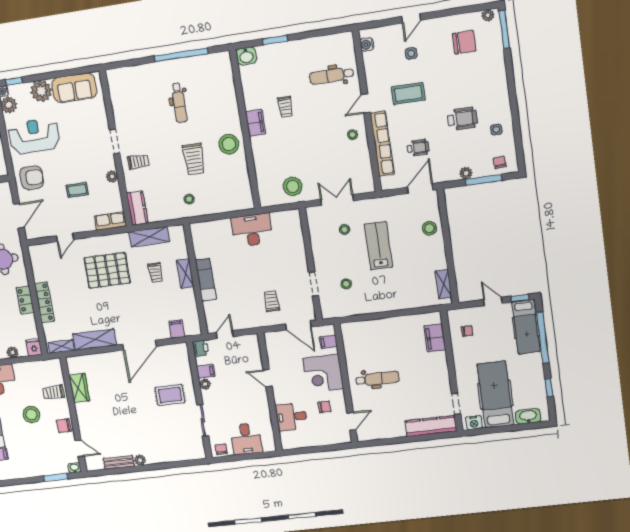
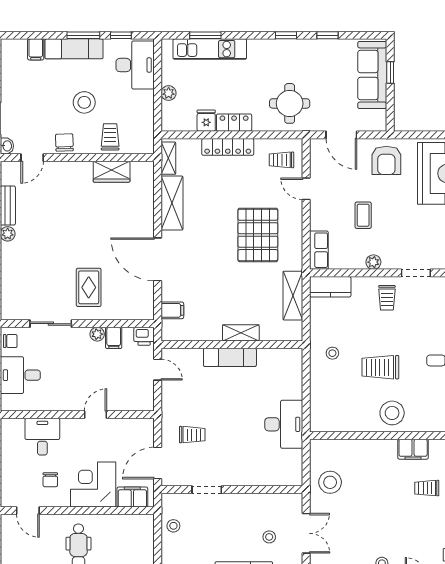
trolley: (155, 272) -> (282, 160), moved
stool: (346, 284) -> (173, 526), moved
filing cabinet: (328, 342) -> (132, 497), width x2.00
fridge: (34, 347) -> (206, 121), moved, turned -90

